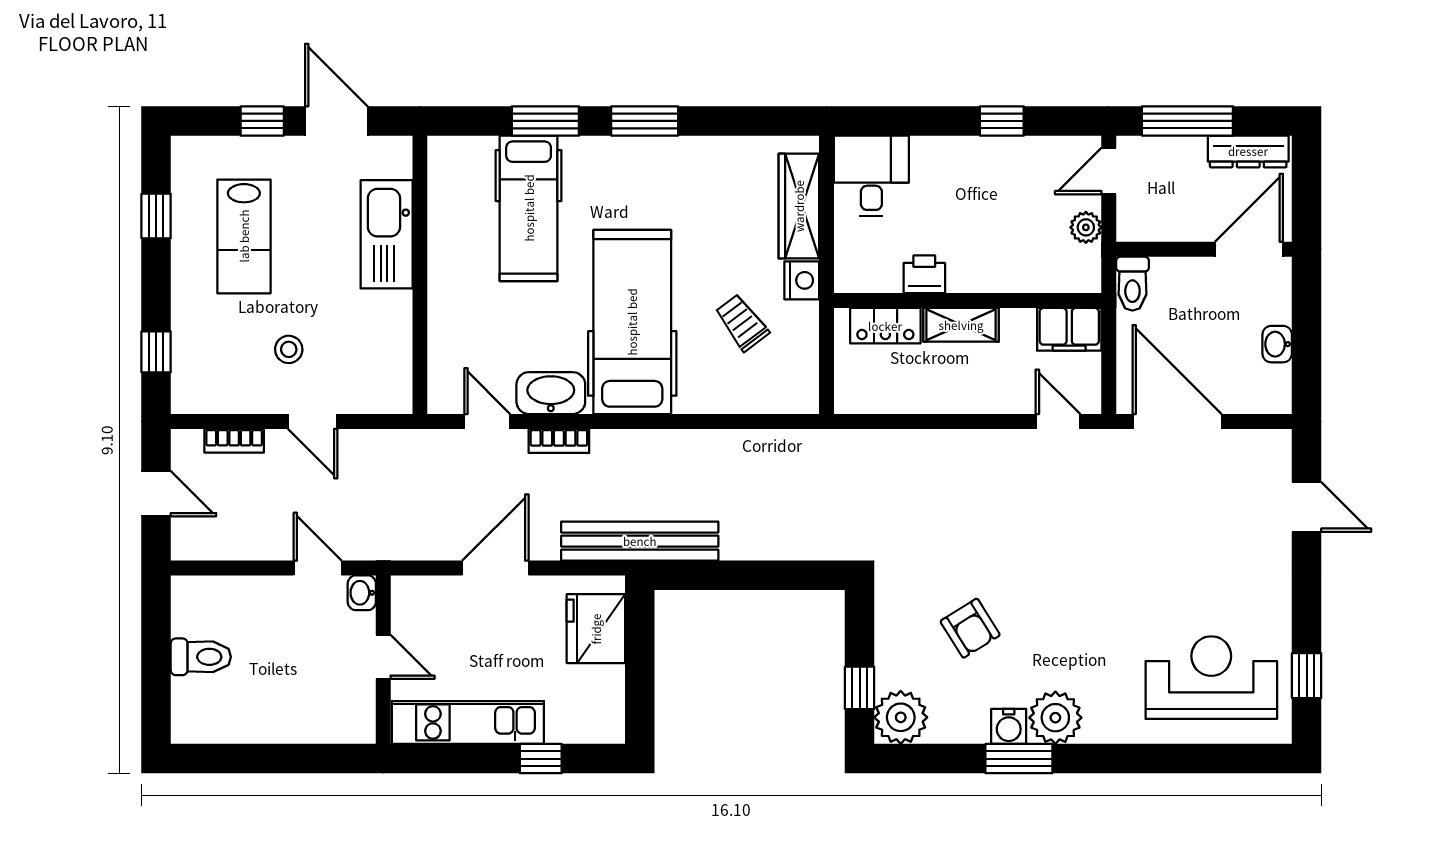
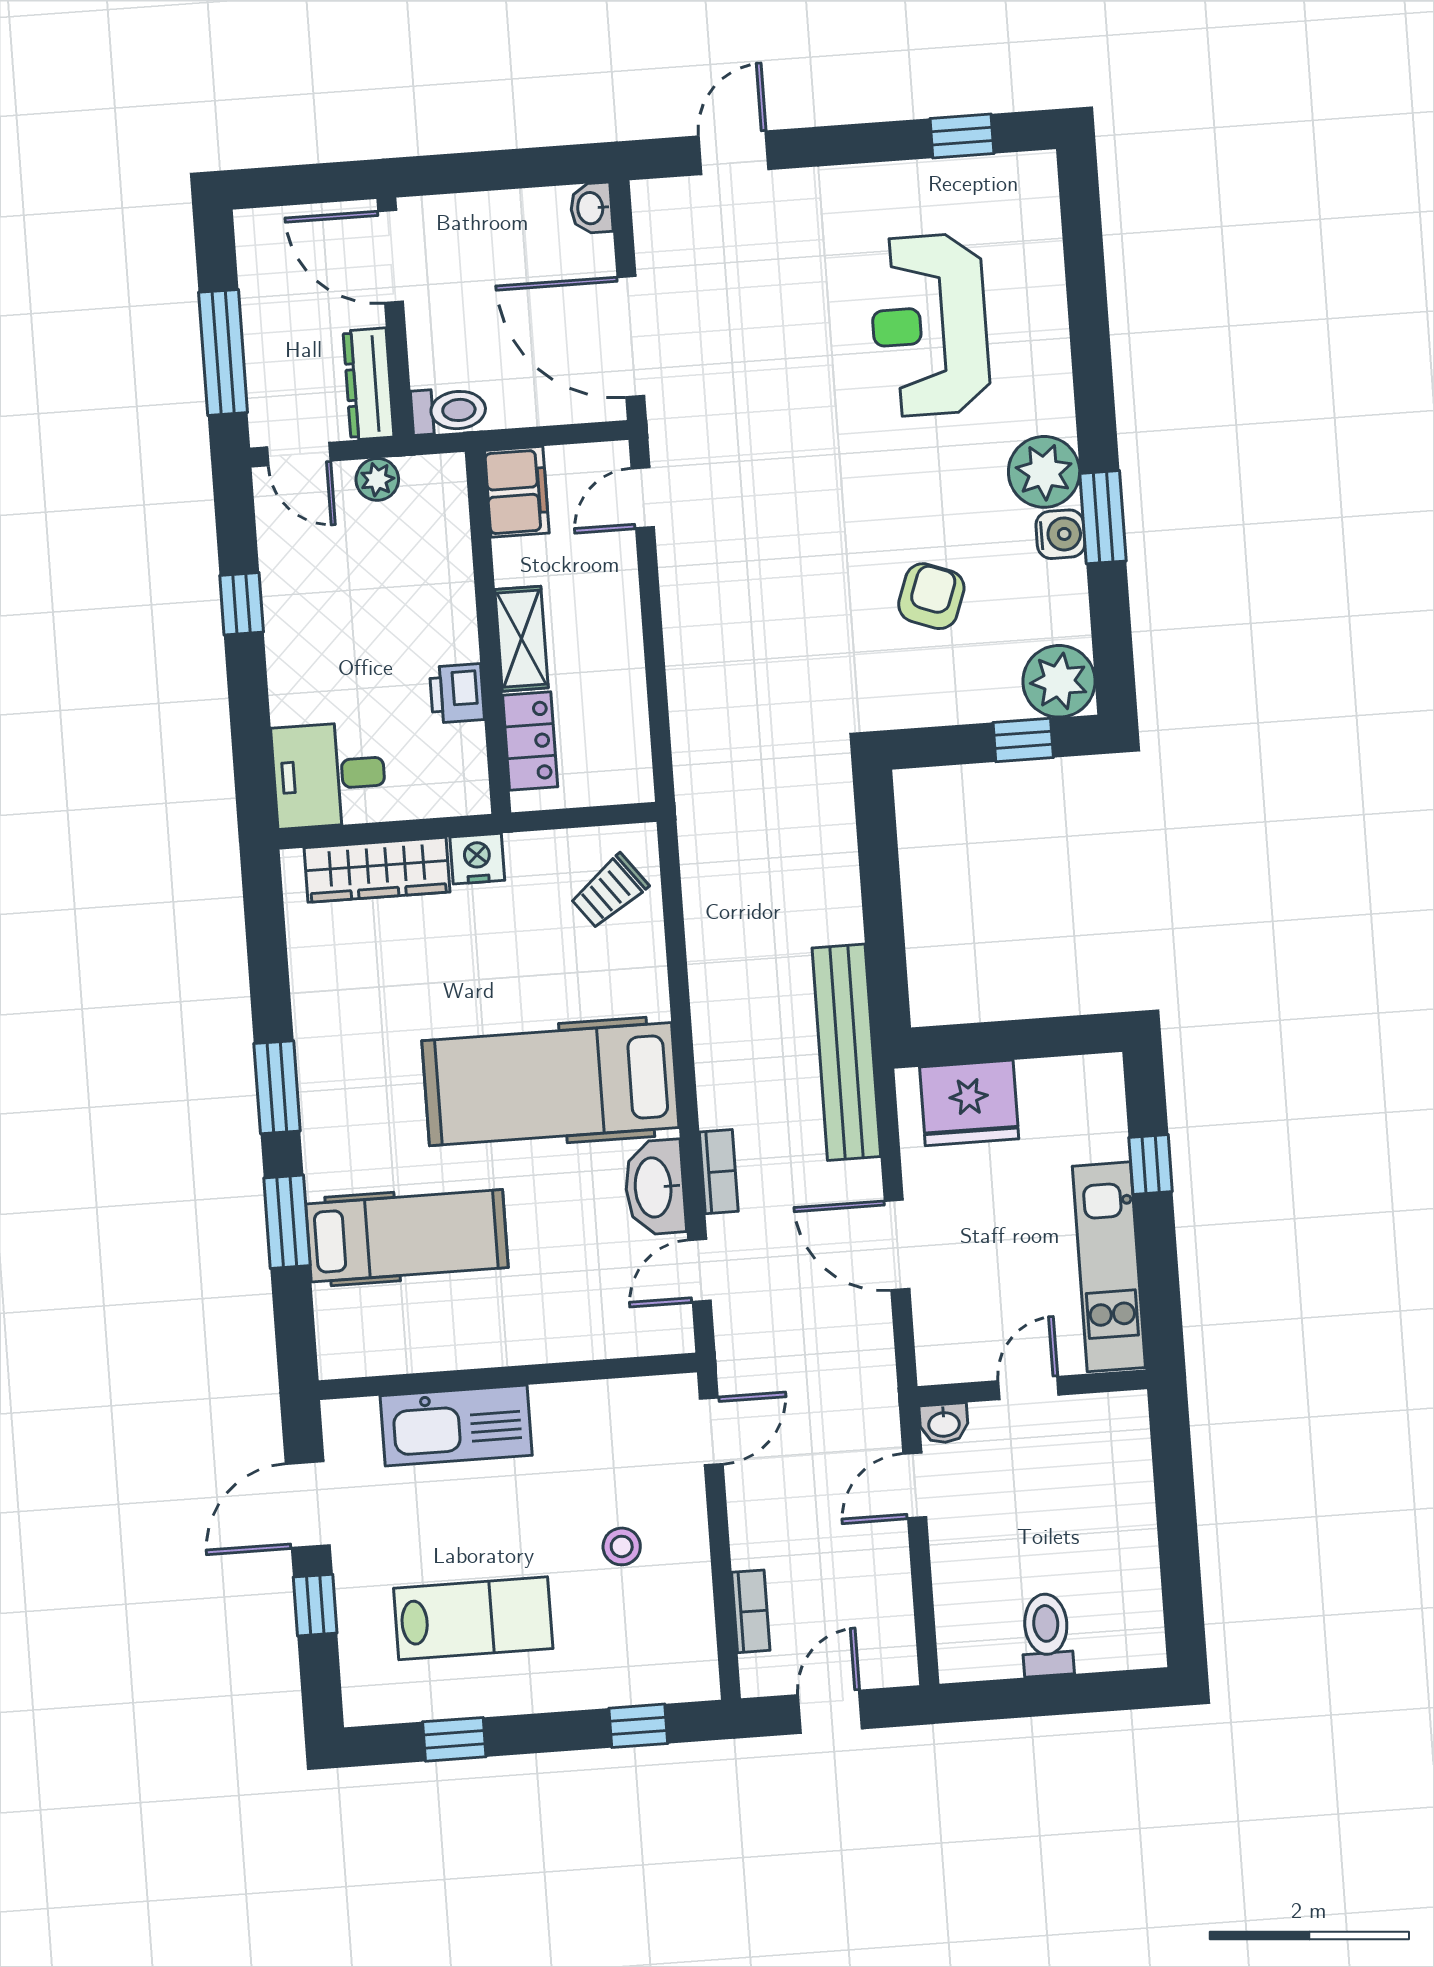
dresser: (1248, 151) -> (368, 384), moved, turned 180
trolley: (742, 323) -> (609, 891), moved
washbasin: (1277, 344) -> (591, 208), moved, turned 90
door: (313, 421) -> (711, 1431), moved
door: (1177, 421) -> (631, 337), hinge flipped
armchair: (970, 628) -> (931, 596), turned -38
reception desk: (1211, 678) -> (929, 325), moved

